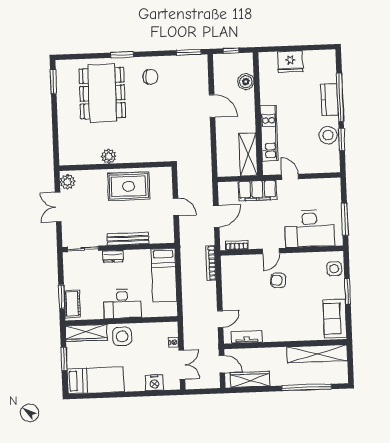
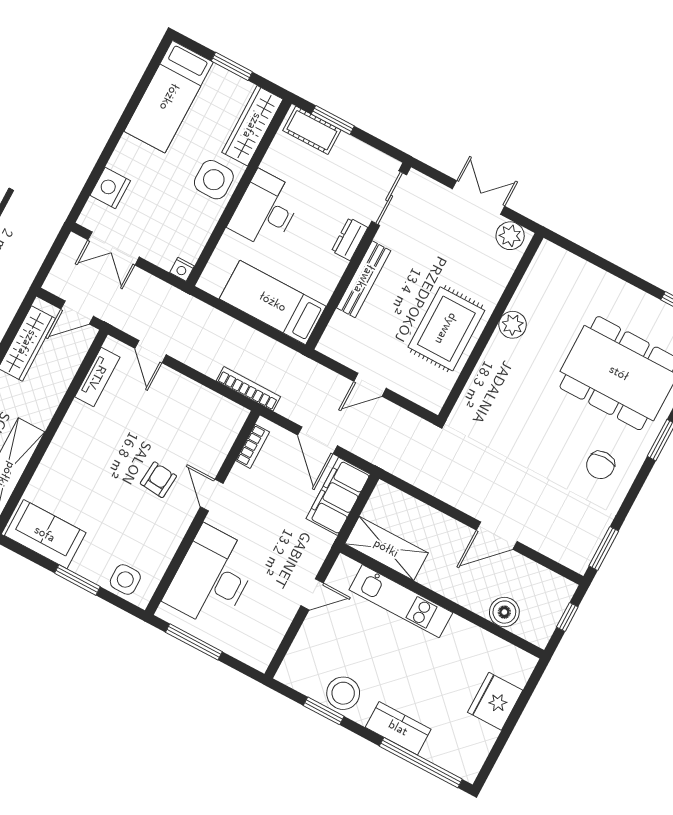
window: (340, 97) -> (421, 763), moved
filing cabinet: (257, 191) -> (338, 496), moved
nightstand: (174, 342) -> (182, 269), moved

